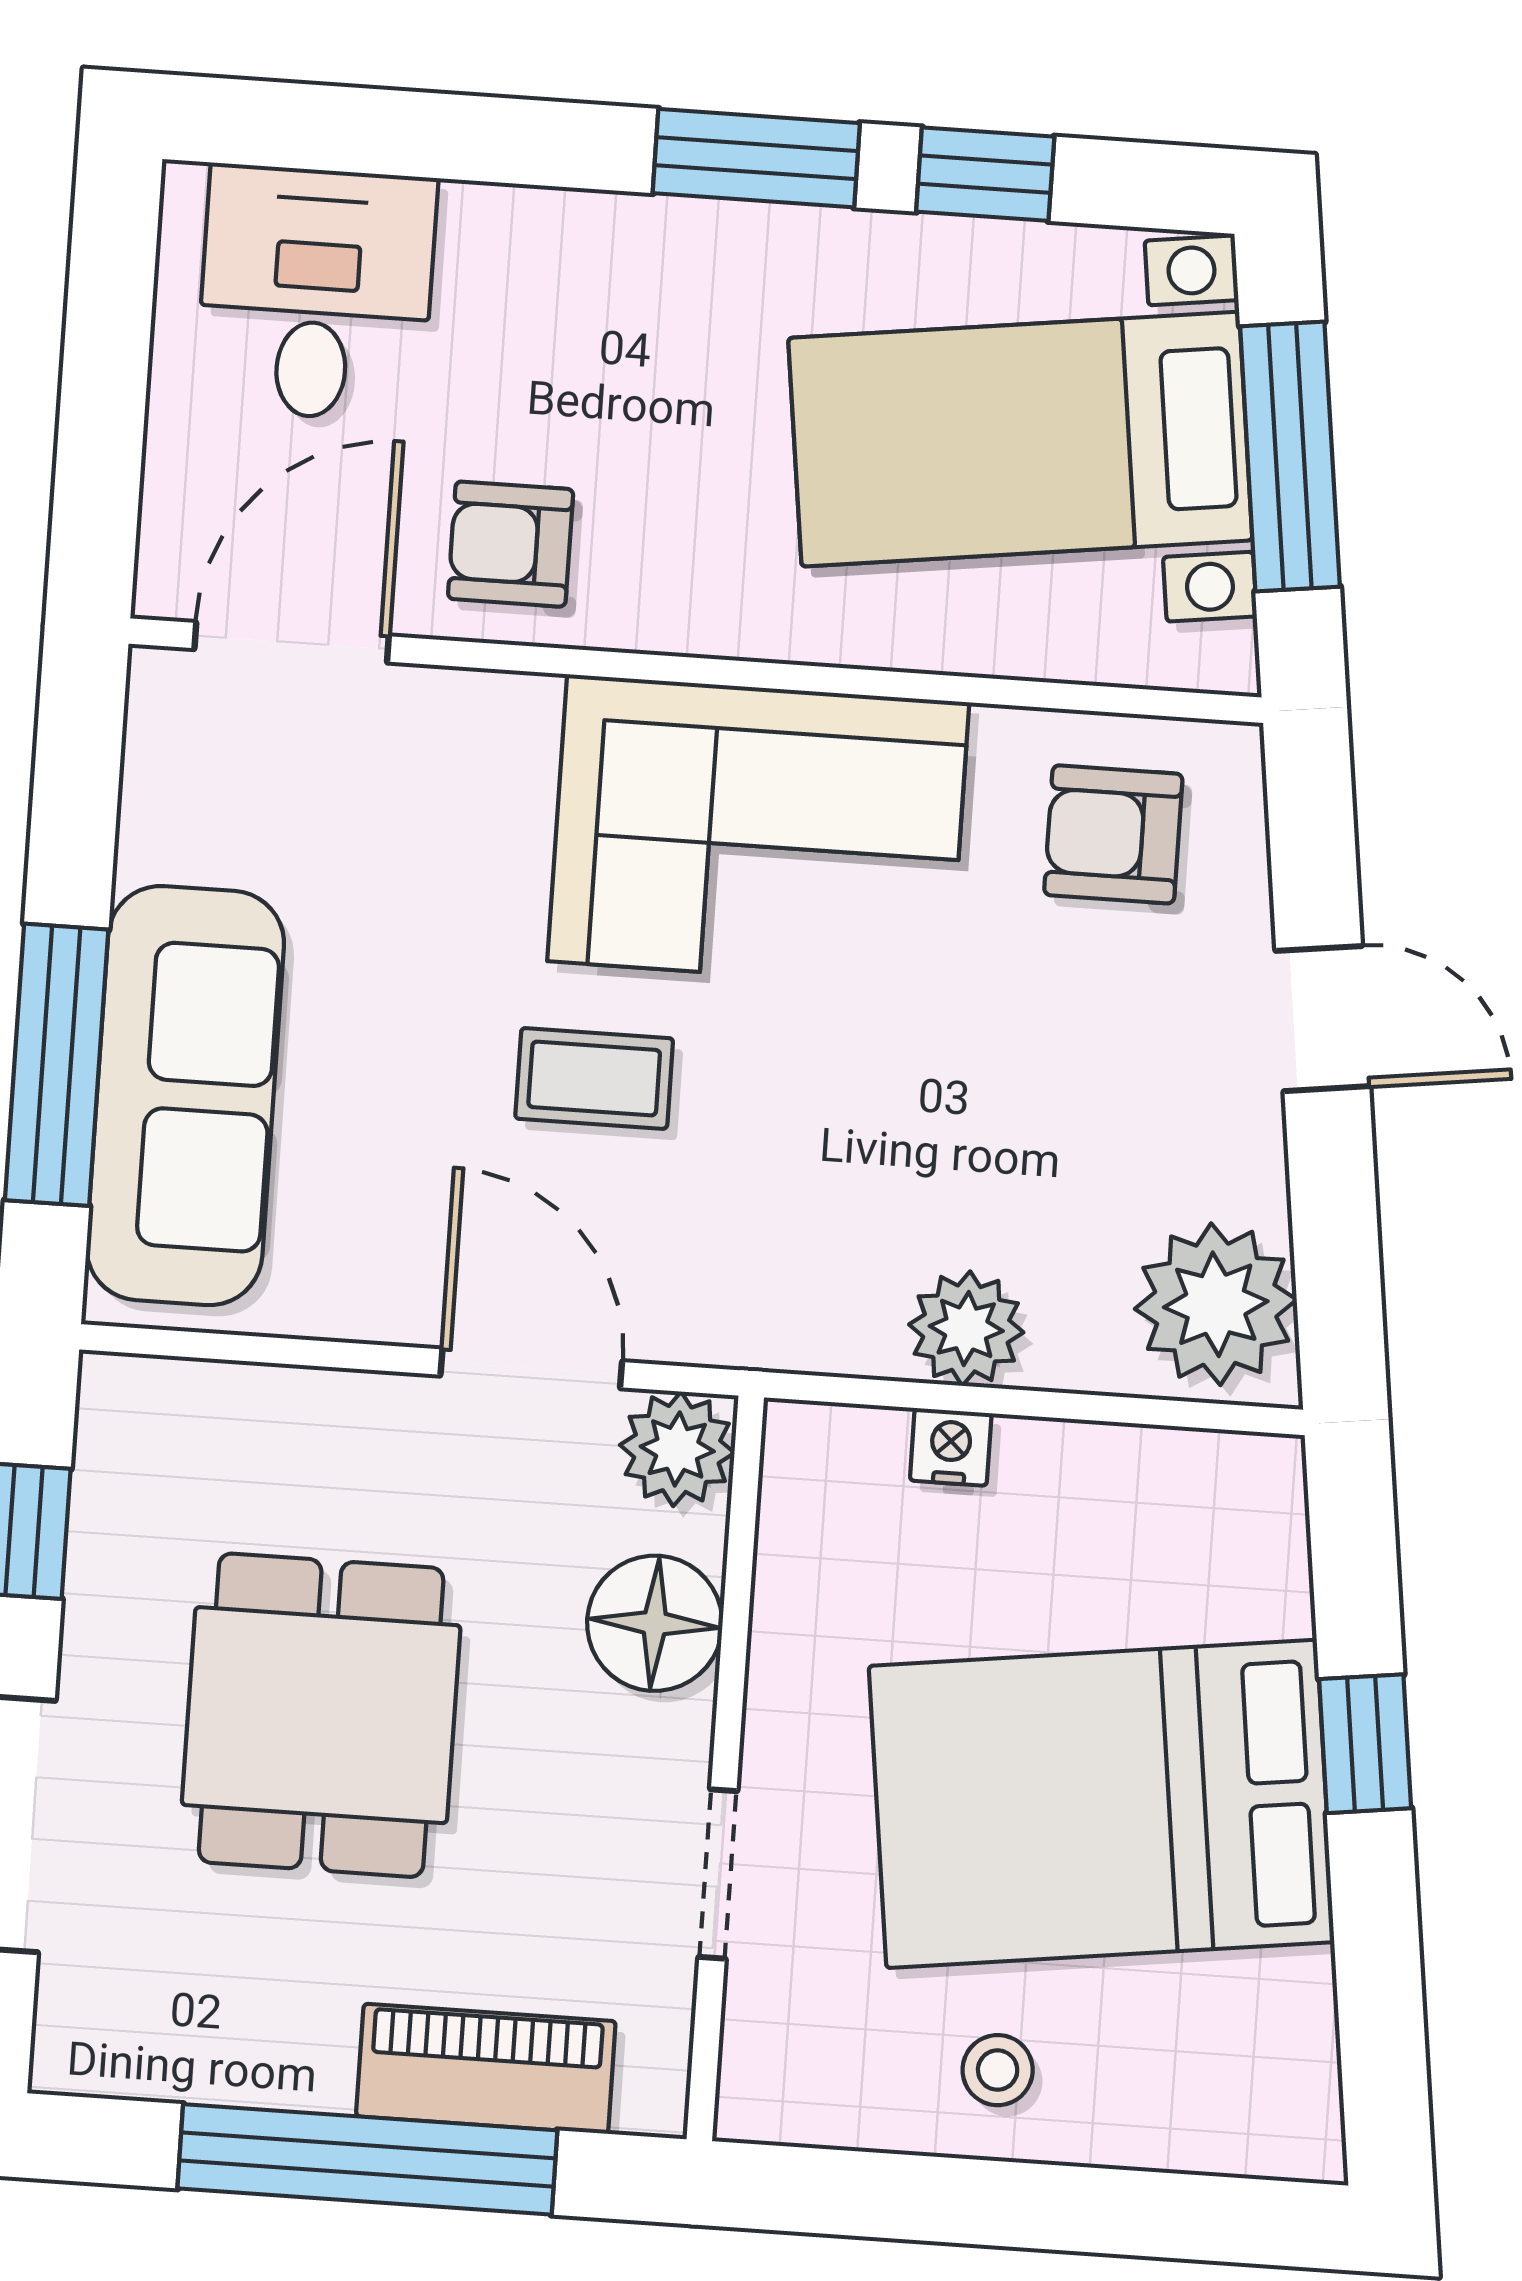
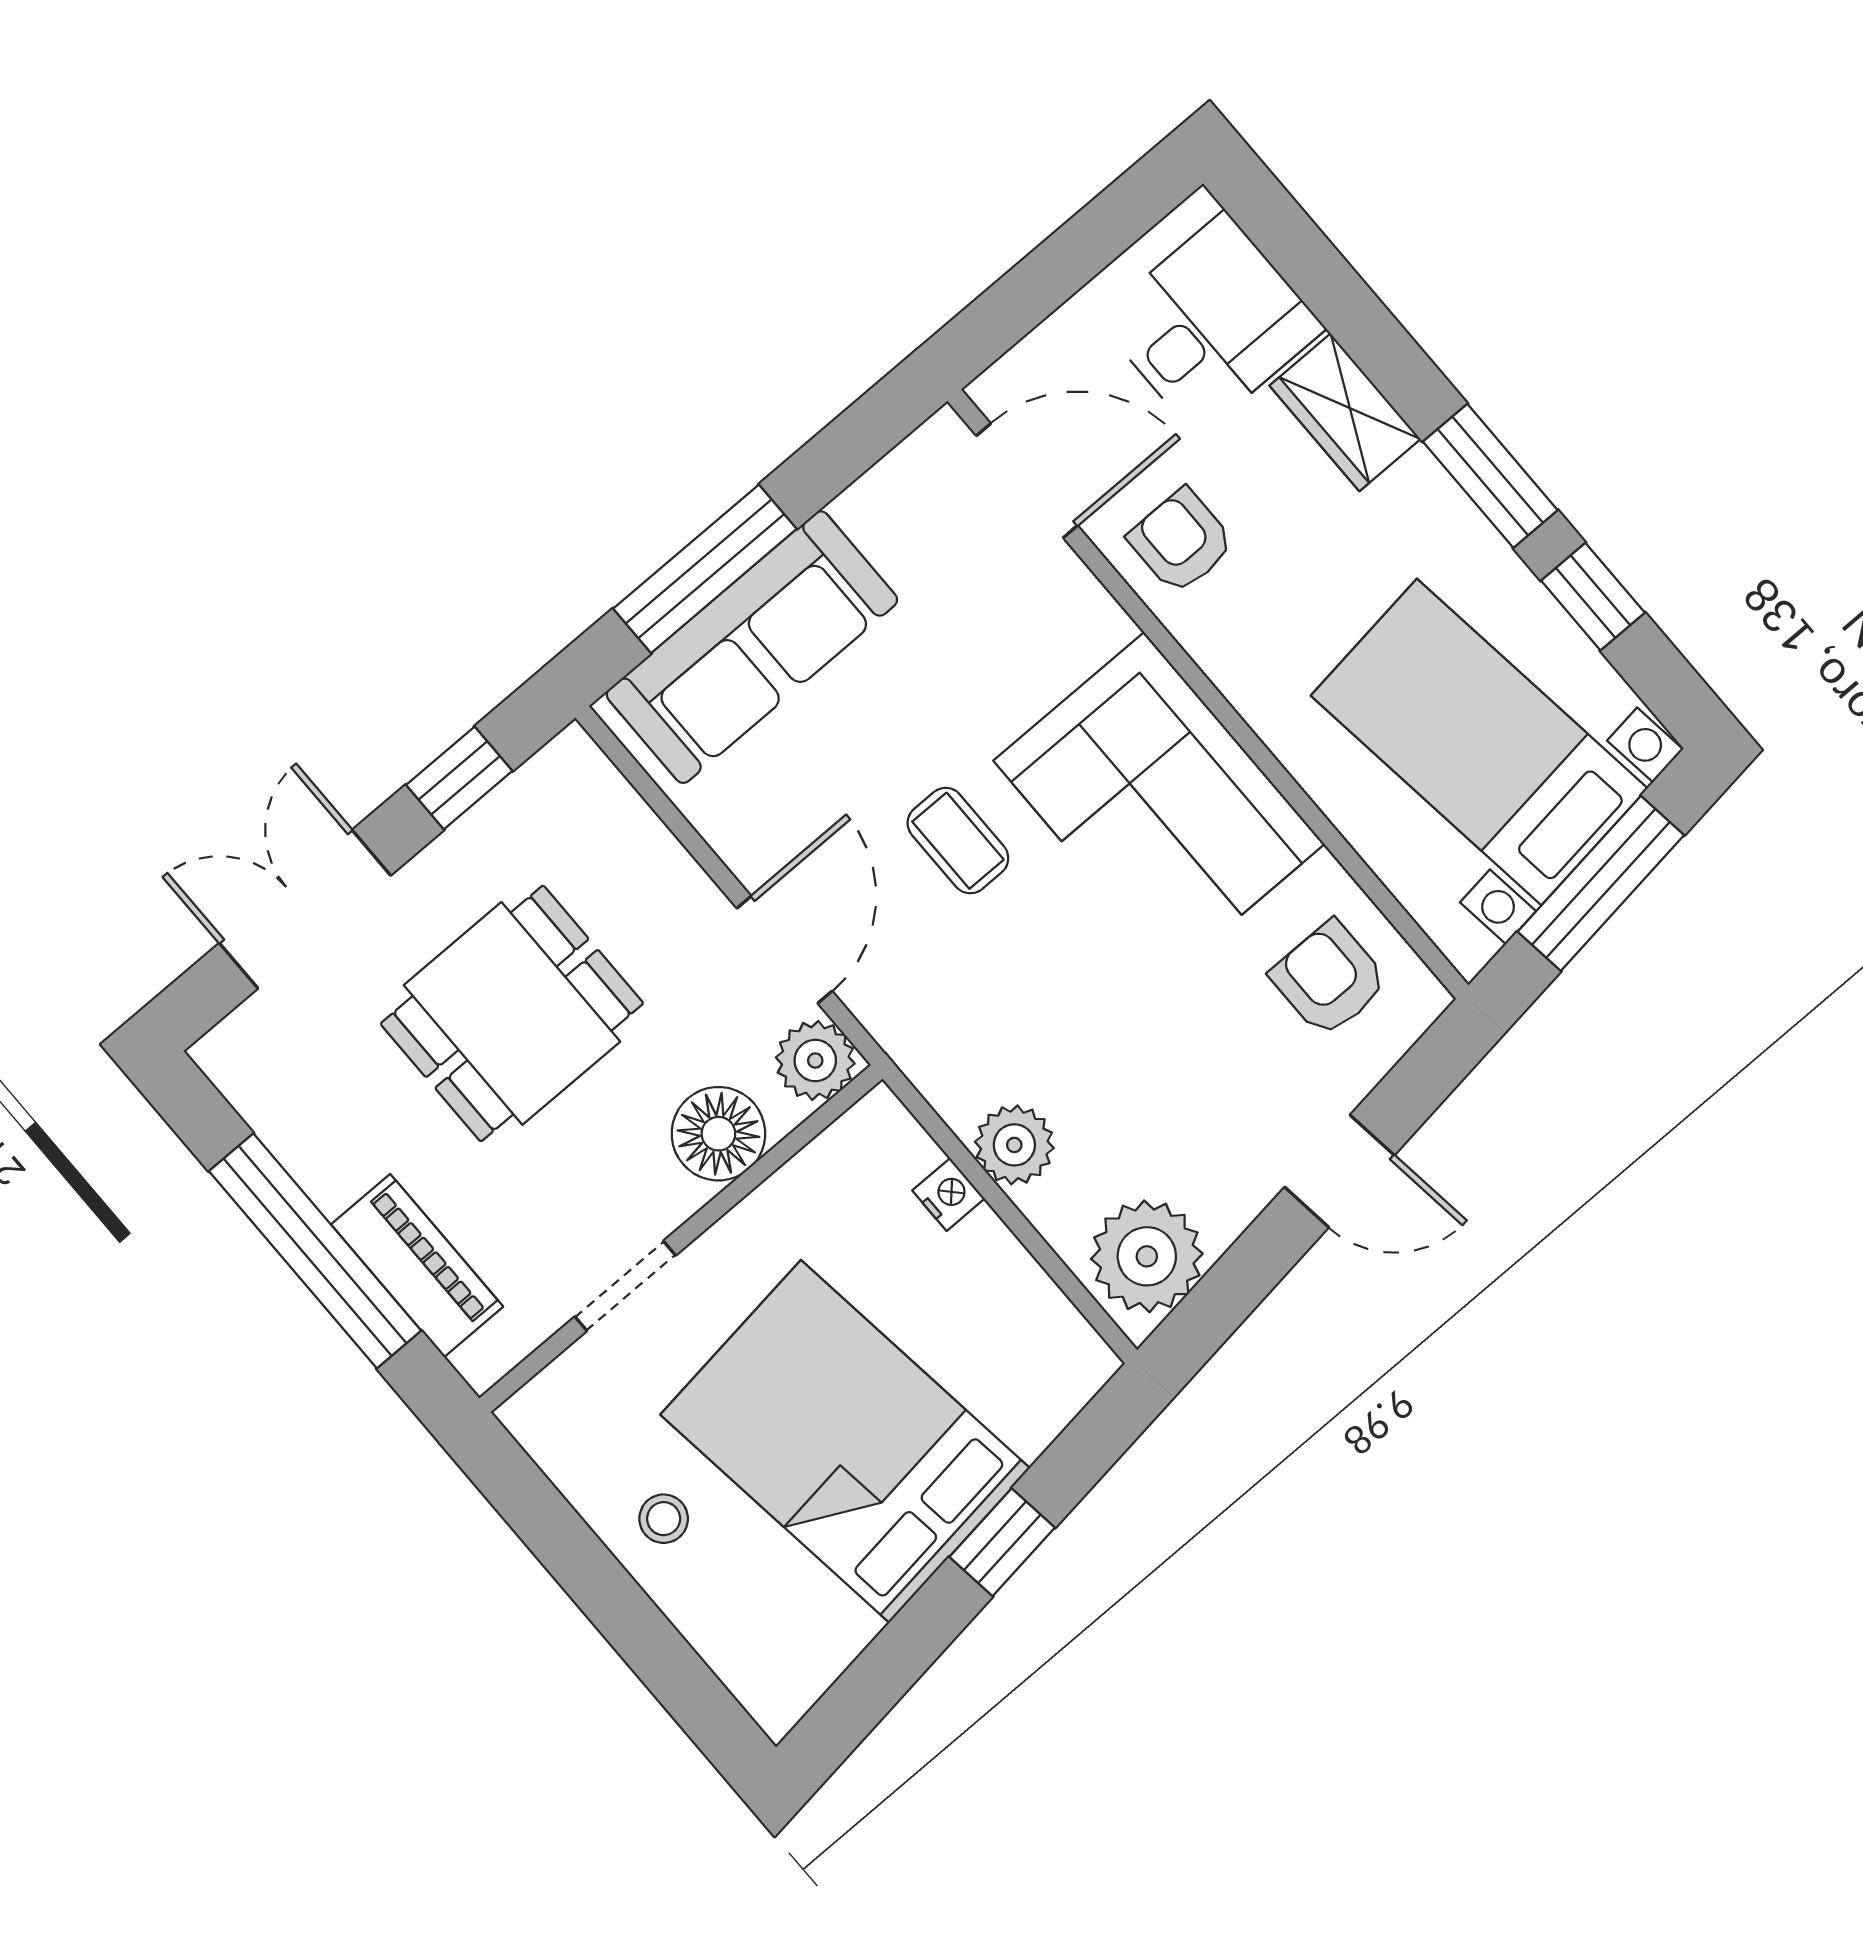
wardrobe: (543, 244) -> (1345, 412), added
door: (1323, 1019) -> (1339, 1171), hinge flipped

